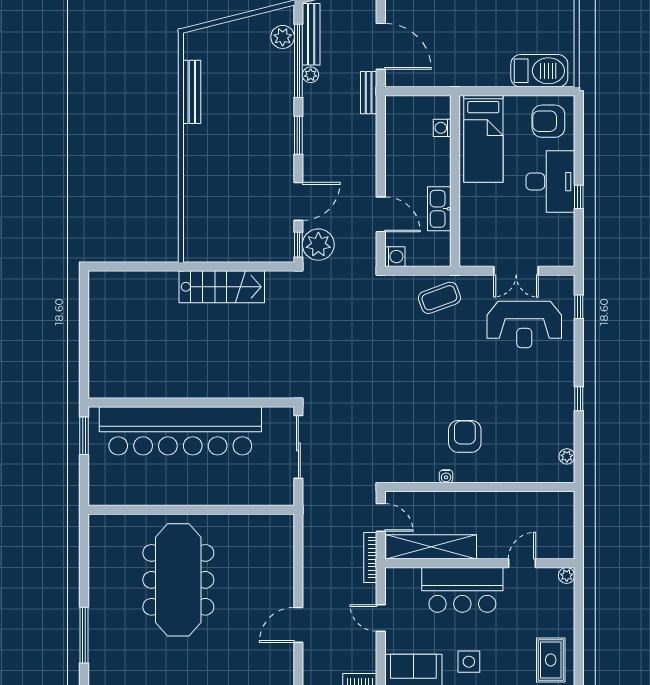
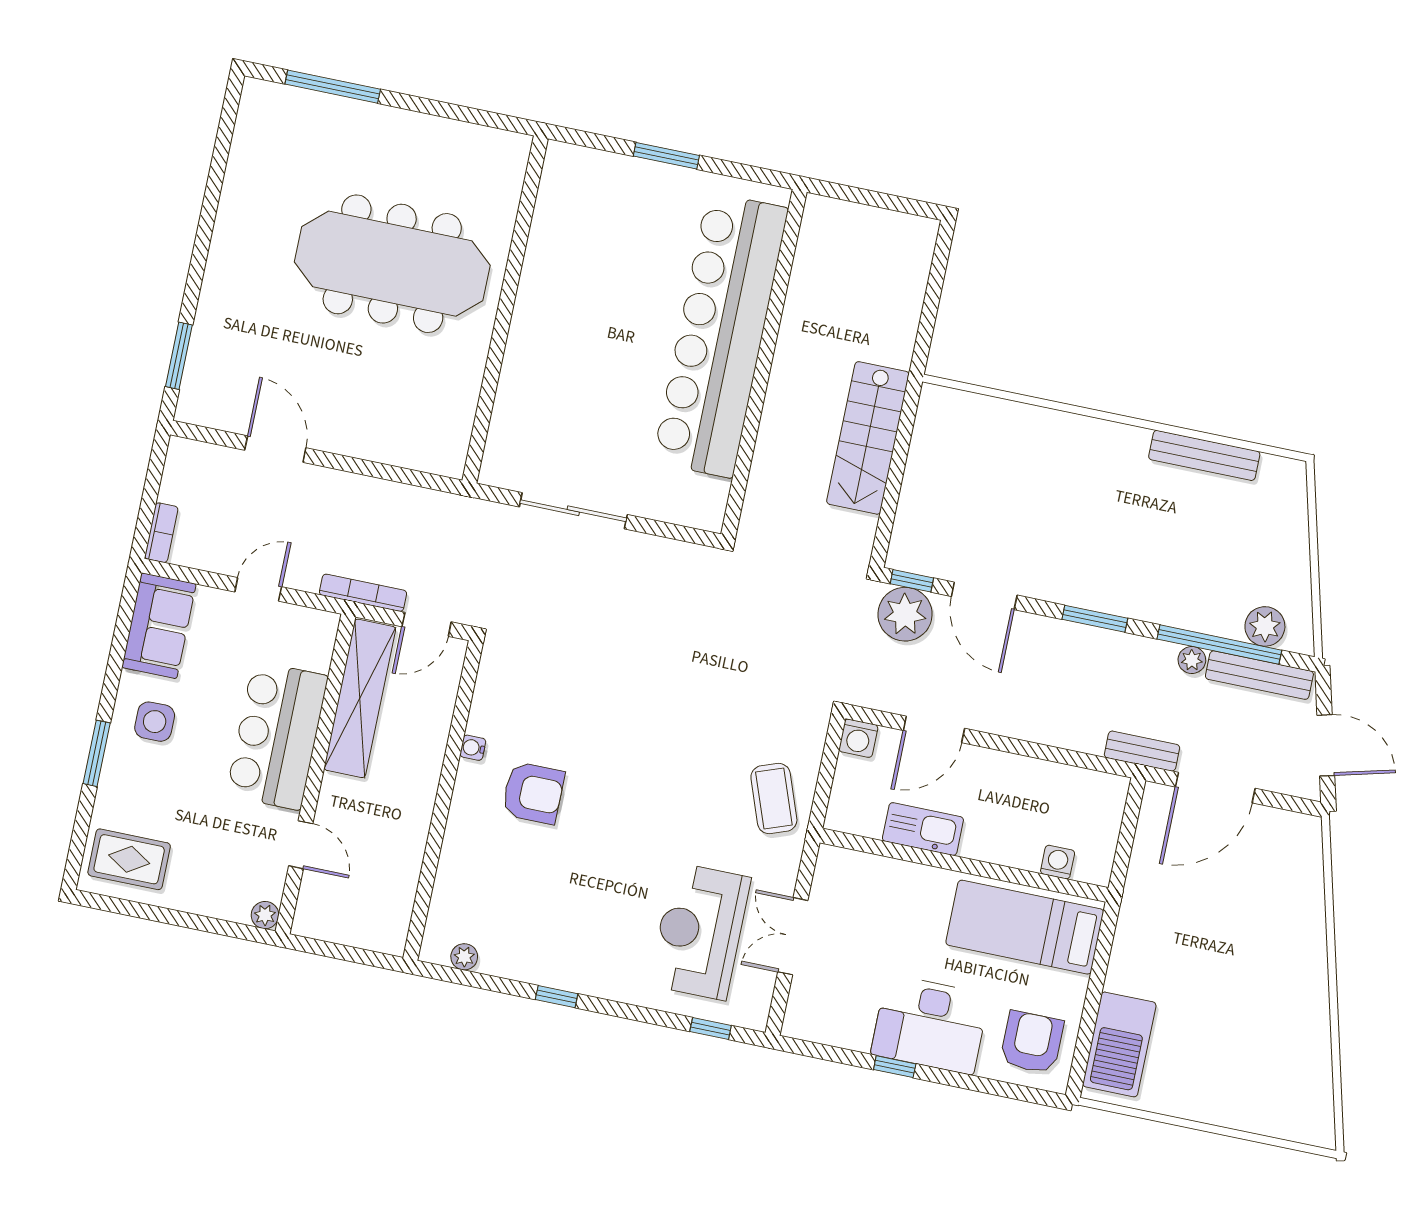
wall: (191, 403) -> (764, 363), moved
bar counter: (180, 431) -> (720, 335), moved

